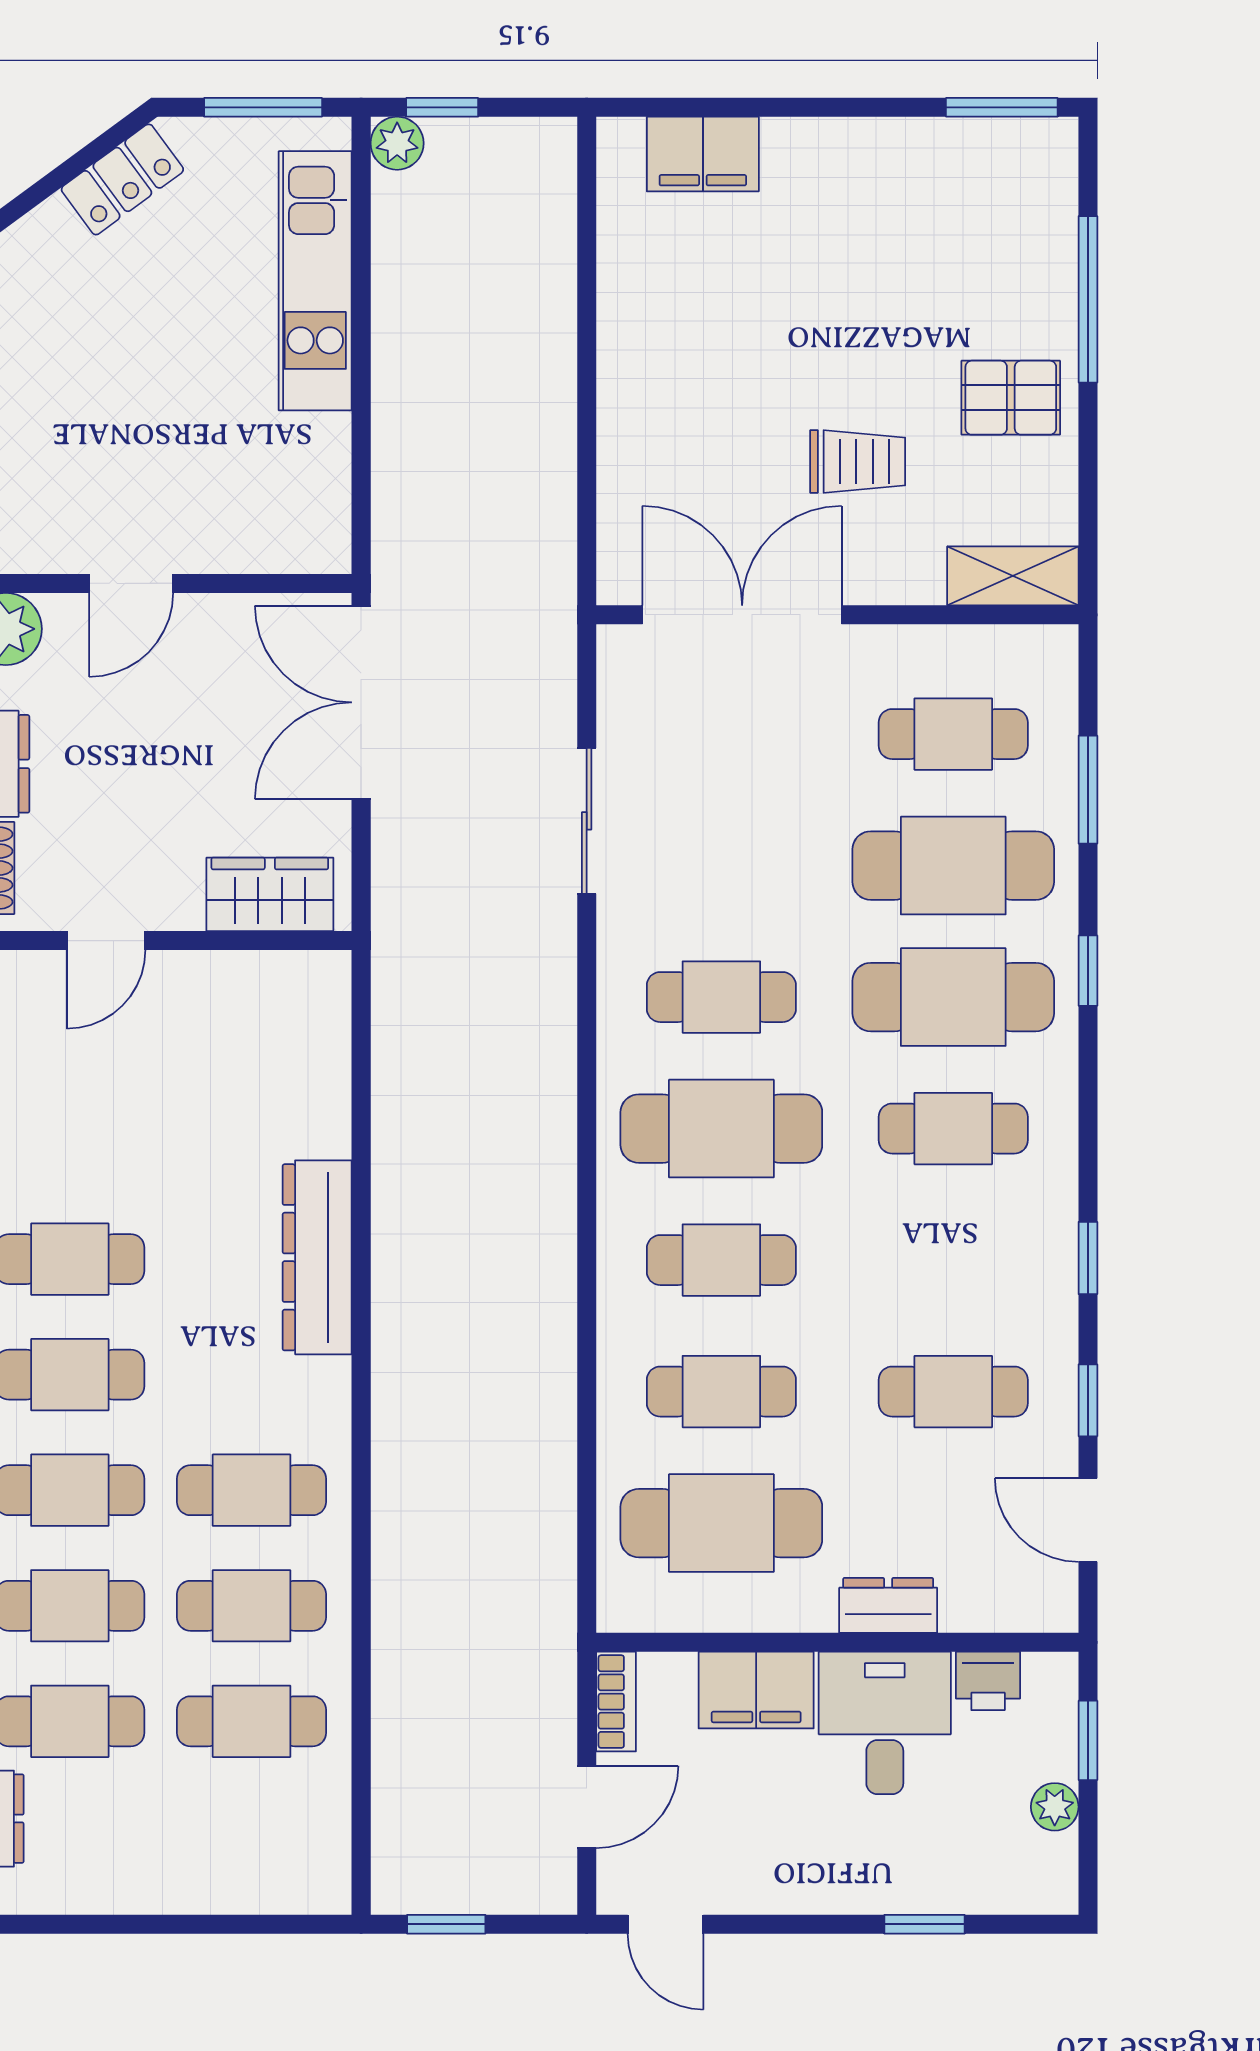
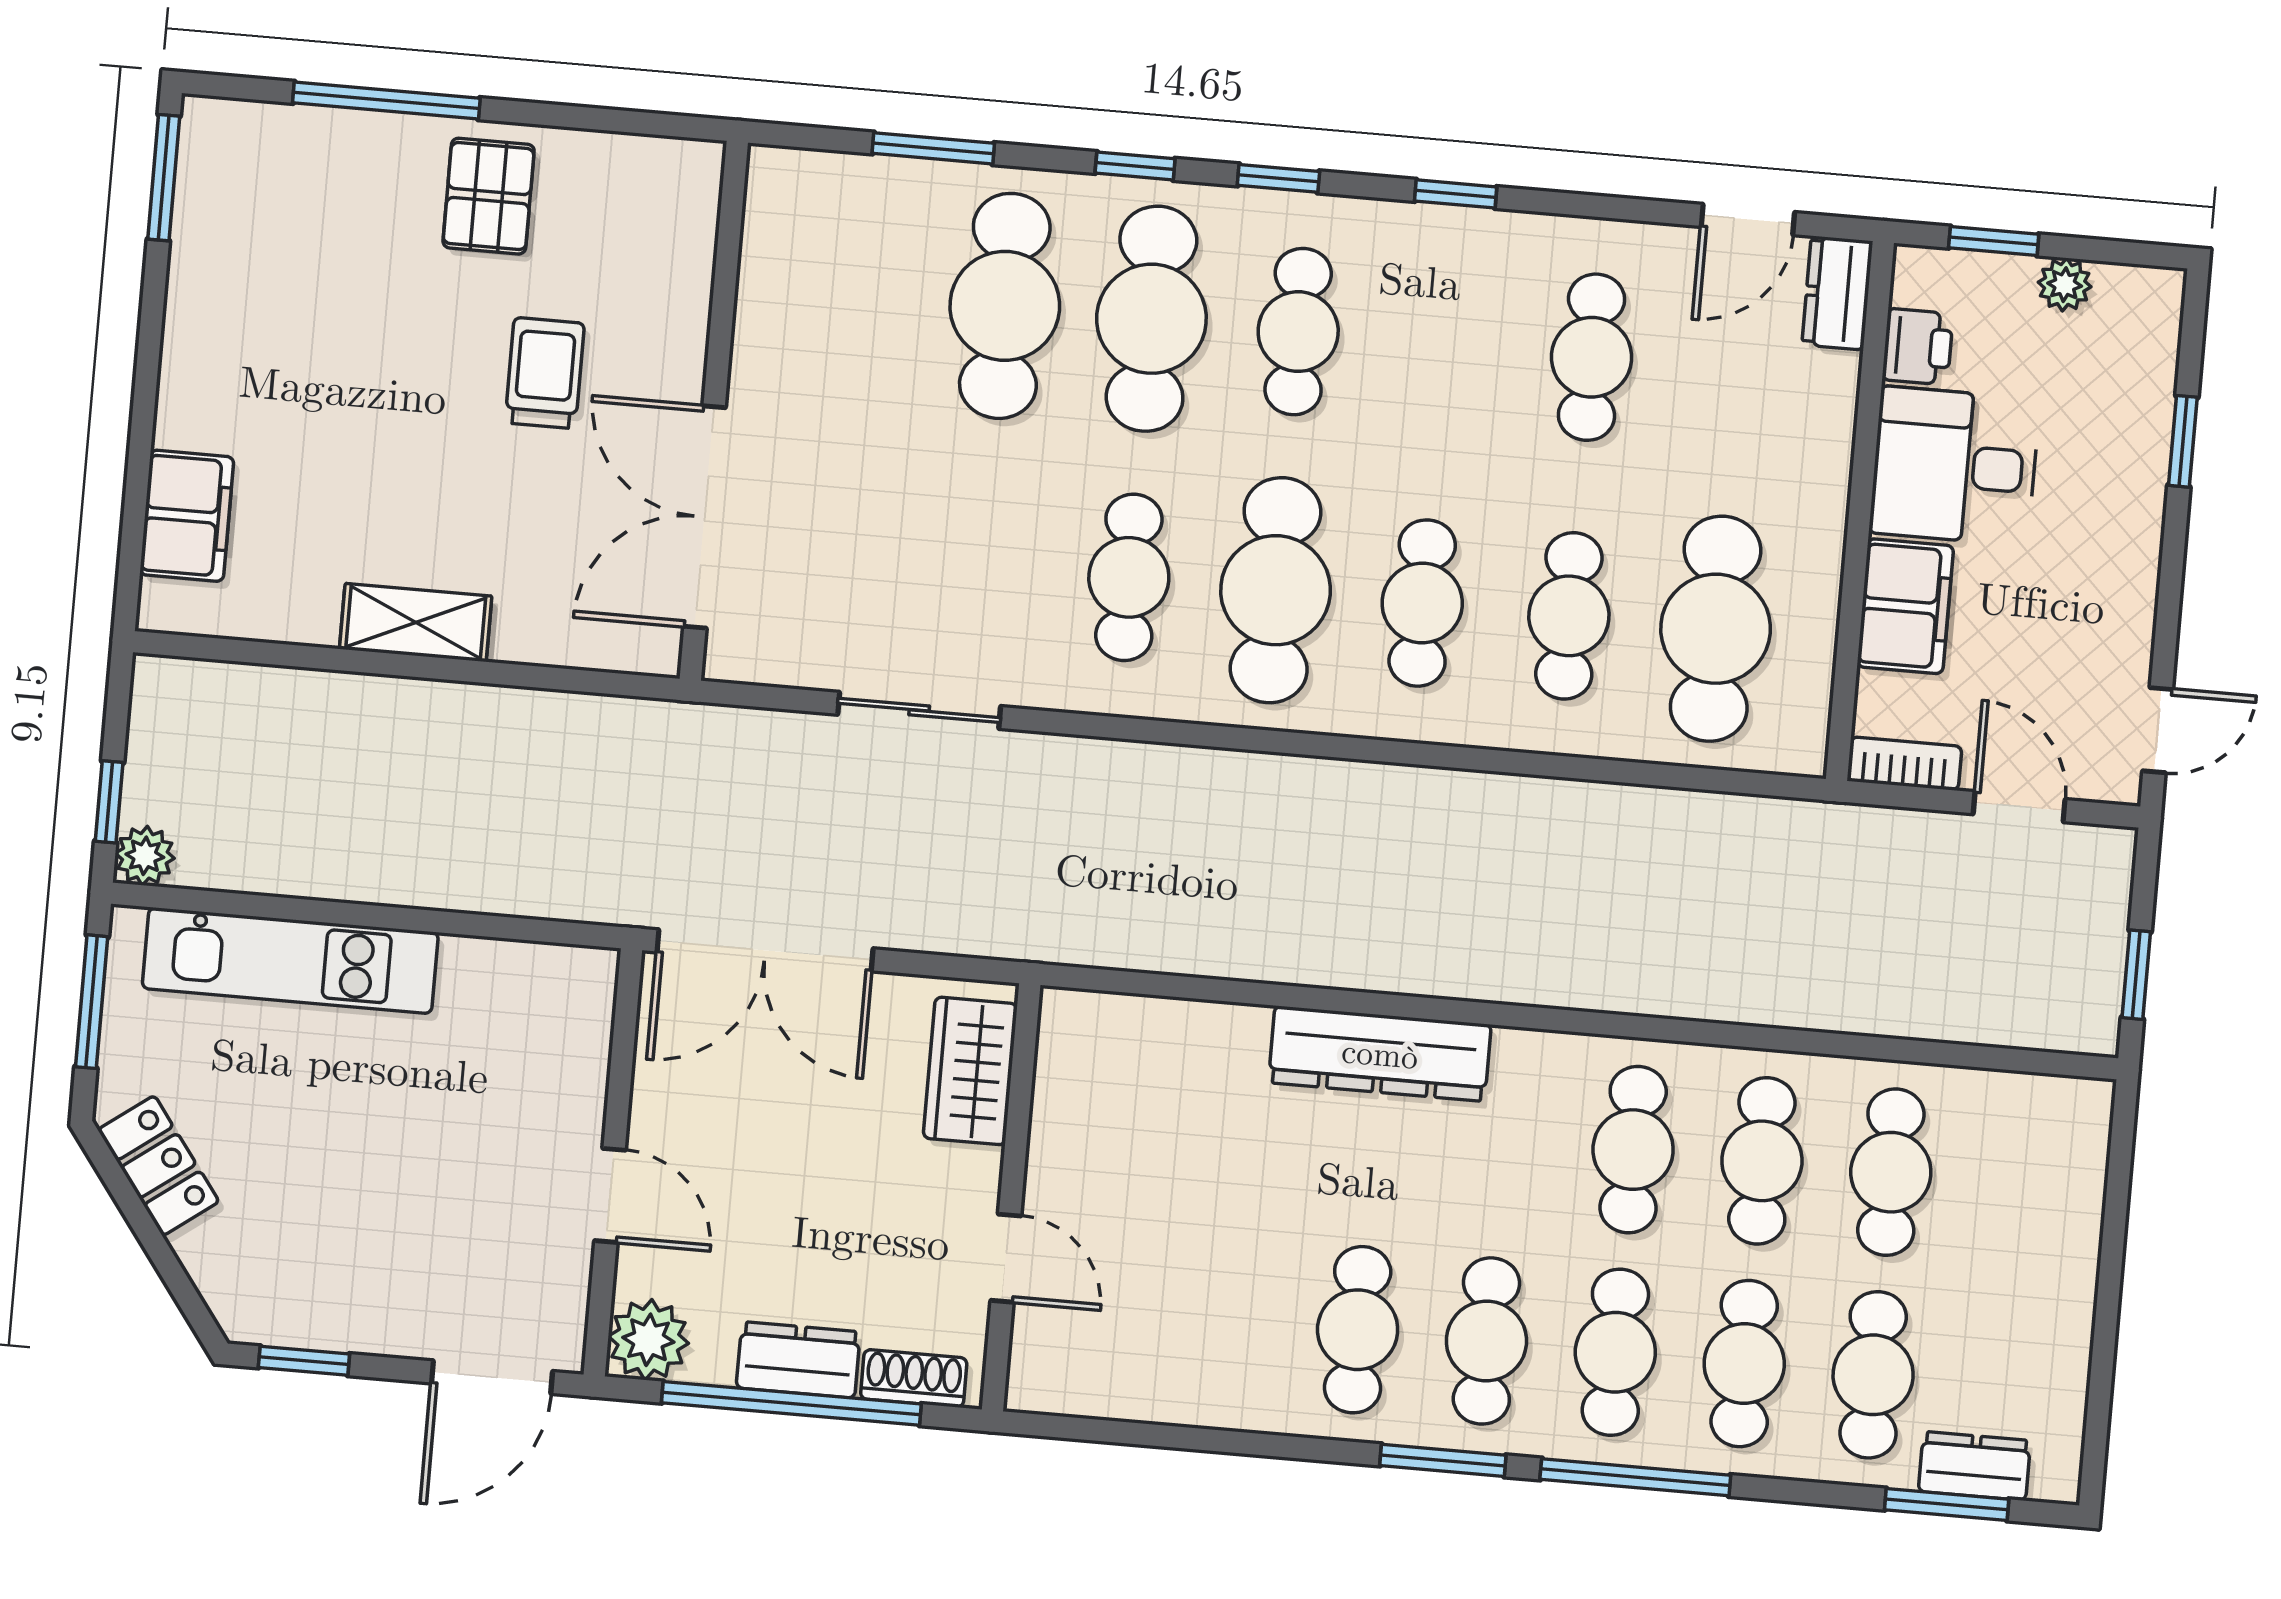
shelving: (1013, 576) -> (416, 623), moved, turned 90
cafe table: (953, 734) -> (858, 293), removed
window: (1088, 1400) -> (1278, 178), moved
dresser: (888, 1605) -> (1837, 293), moved

